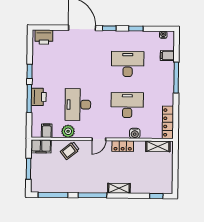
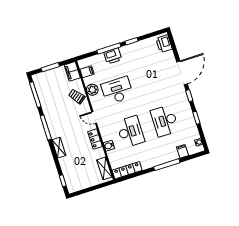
desk: (128, 64) -> (165, 121), turned 180

